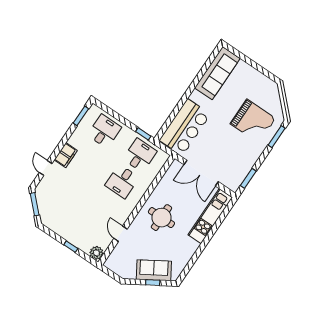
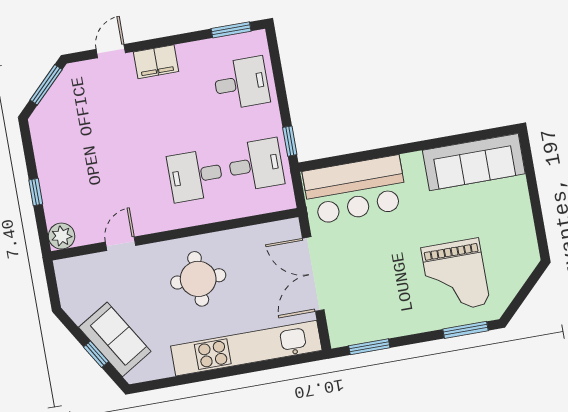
kitchen unit: (210, 216) -> (246, 348), width x1.36

